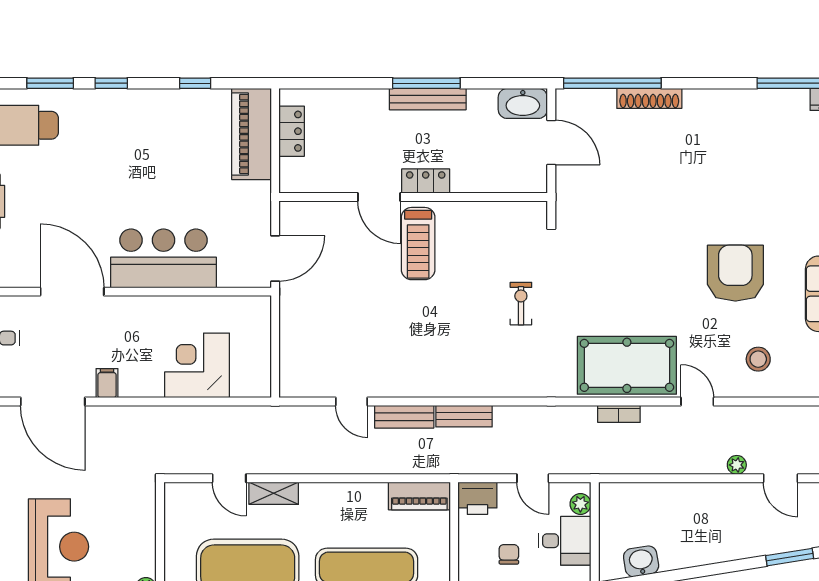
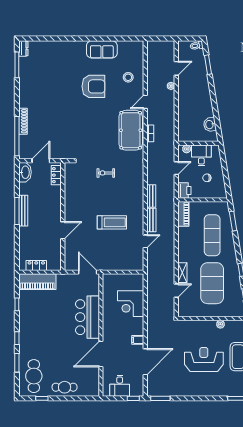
locker: (426, 181) -> (56, 175), moved
treadmill: (418, 244) -> (112, 222), moved
armchair: (735, 273) -> (93, 86), turned 180

